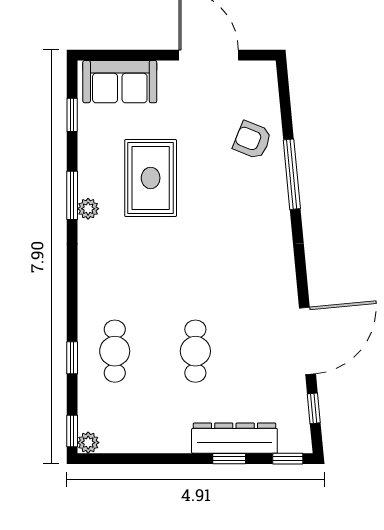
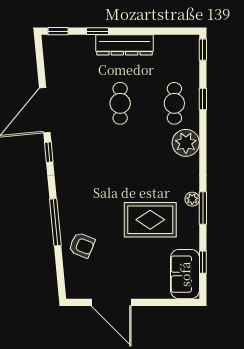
sofa: (120, 82) -> (185, 274), moved, turned -90
rug: (151, 178) -> (150, 220), turned 90
window: (314, 408) -> (49, 152), moved
dresser: (234, 438) -> (124, 45), moved
plant: (88, 443) -> (186, 143), moved, width x1.88, depth x1.88

